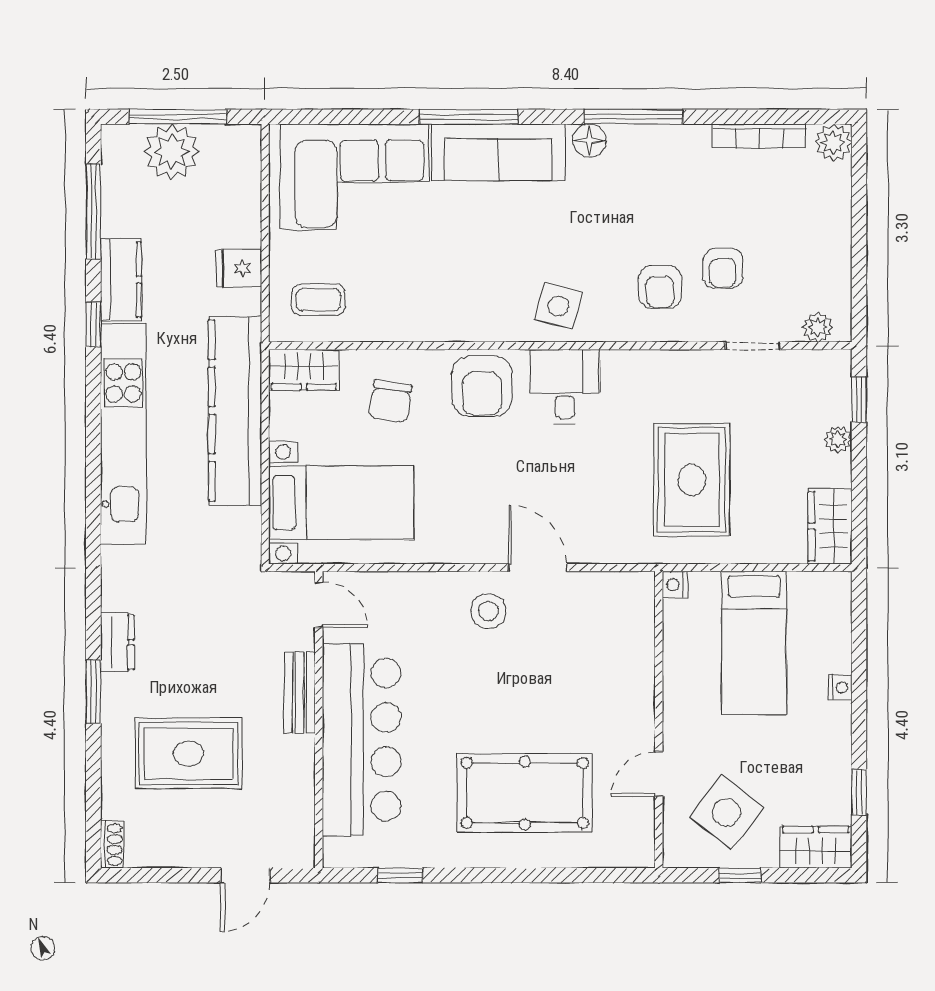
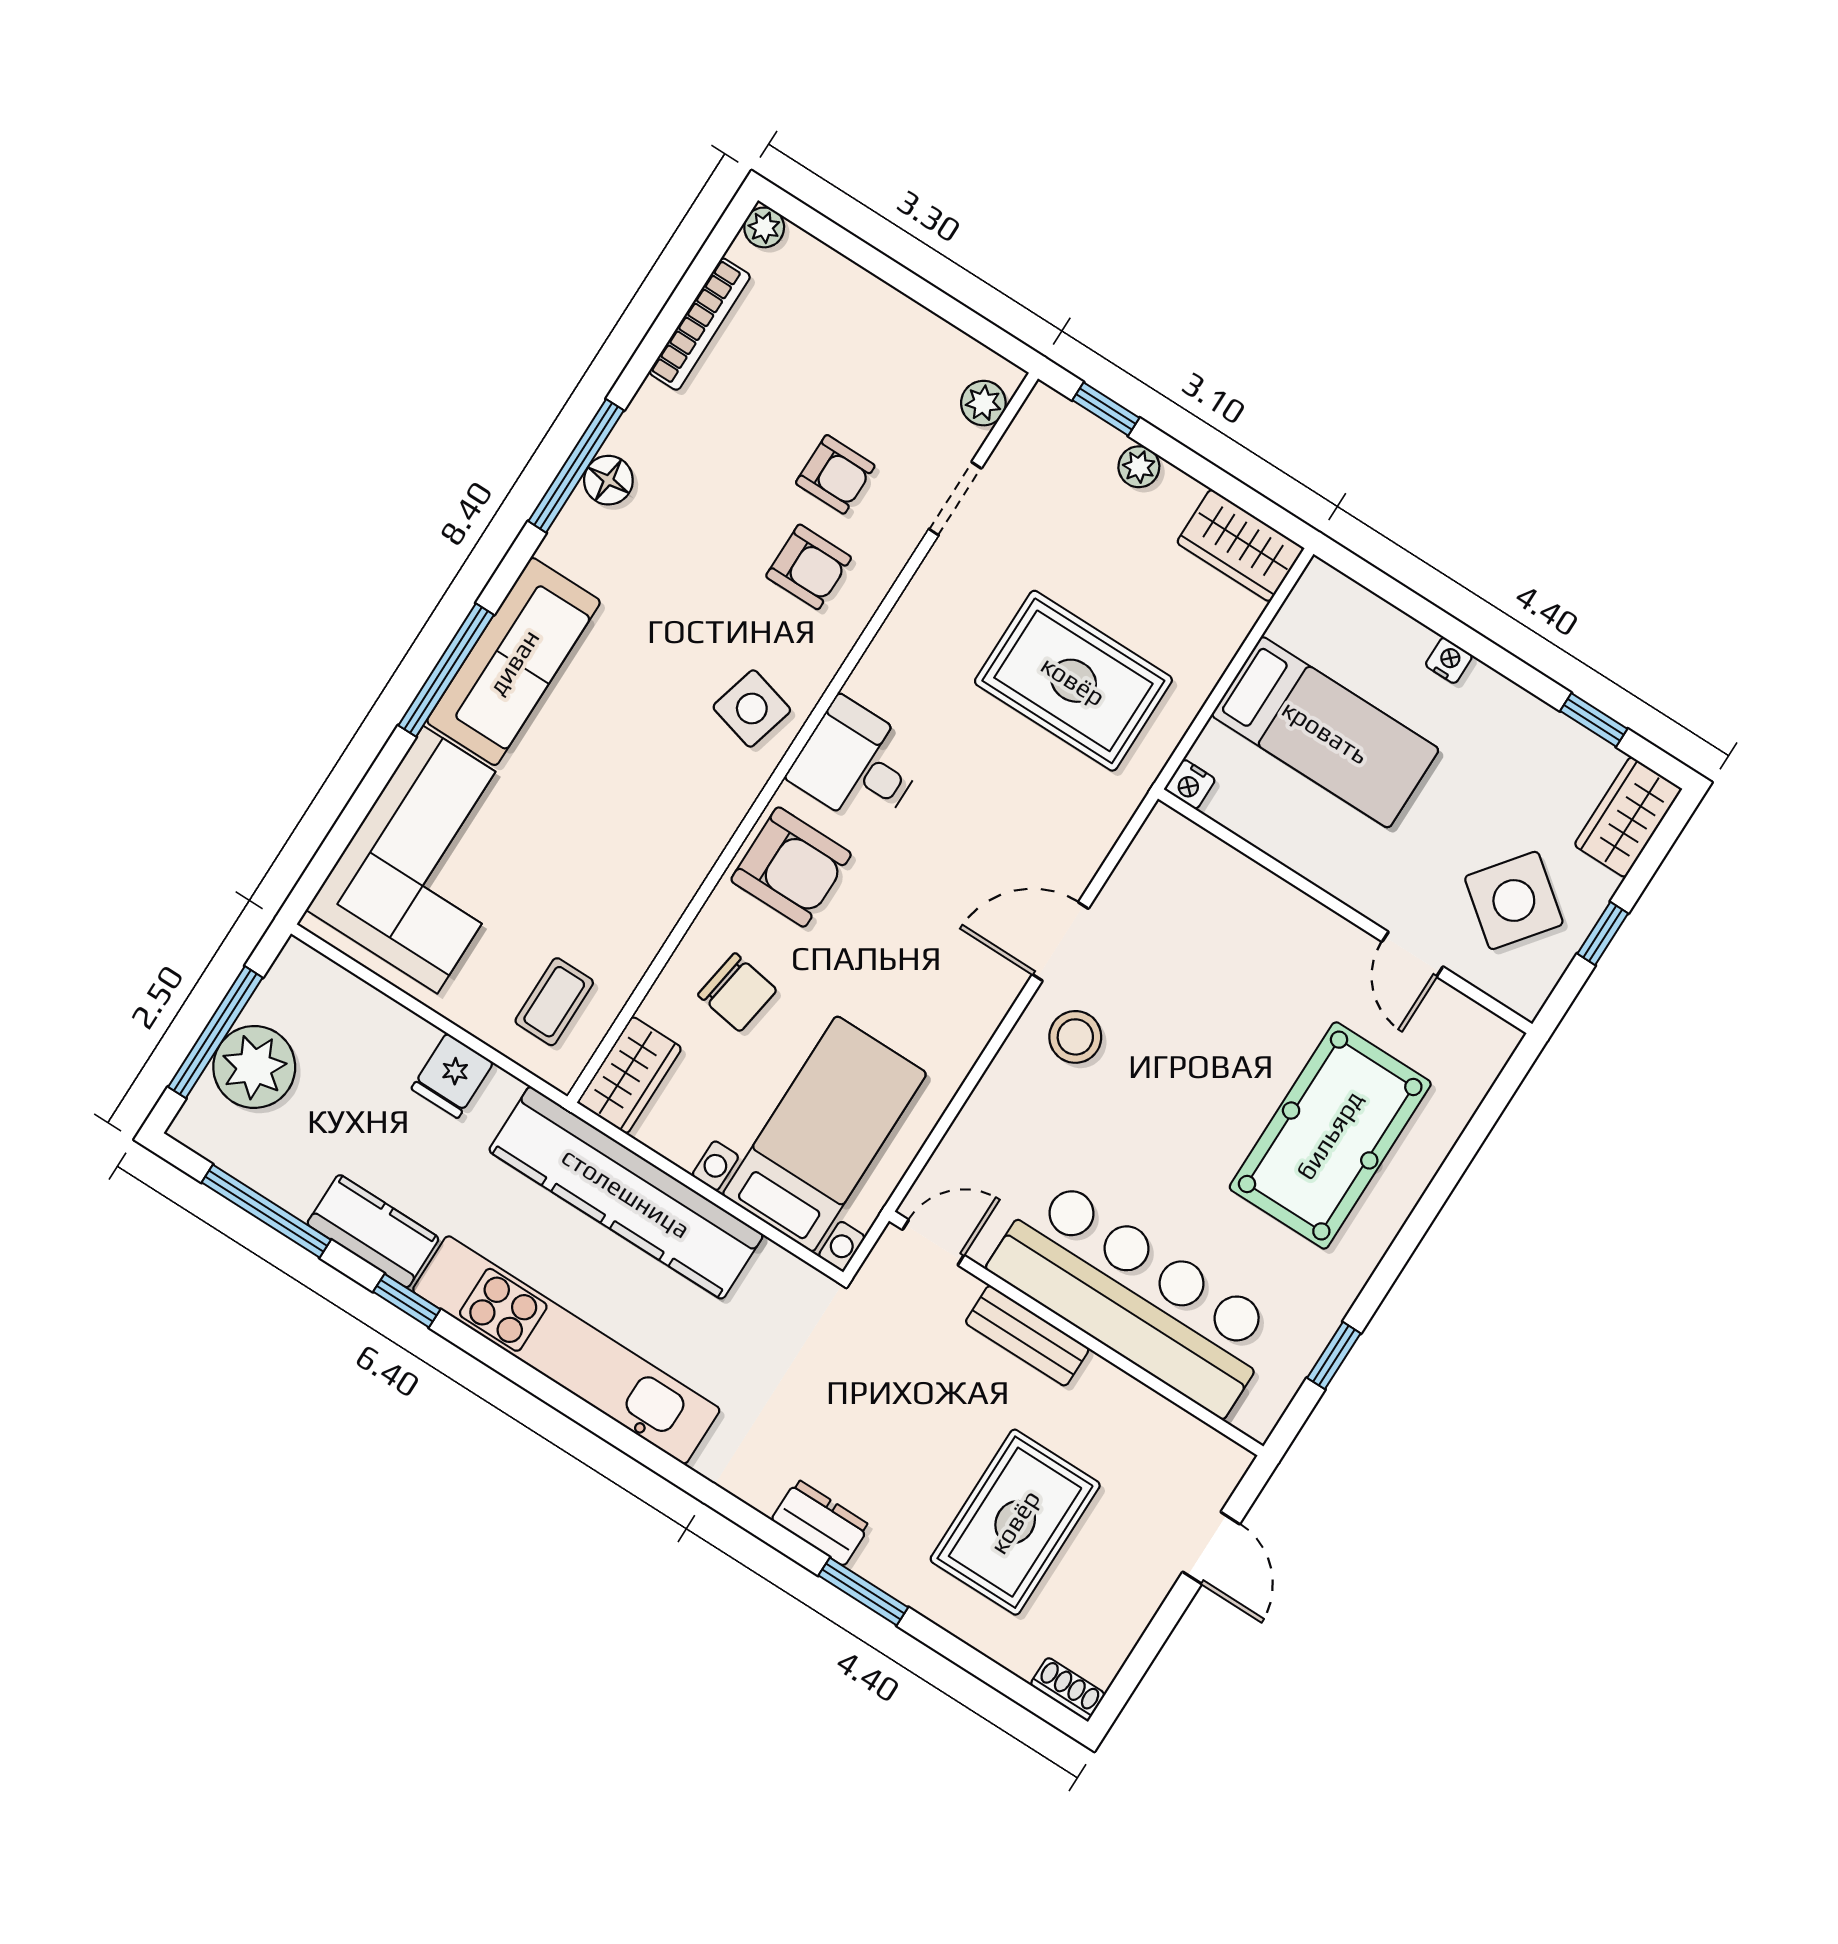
floor lamp: (589, 140) -> (608, 480), moved
plant: (833, 143) -> (764, 227), width x0.73, depth x0.73

